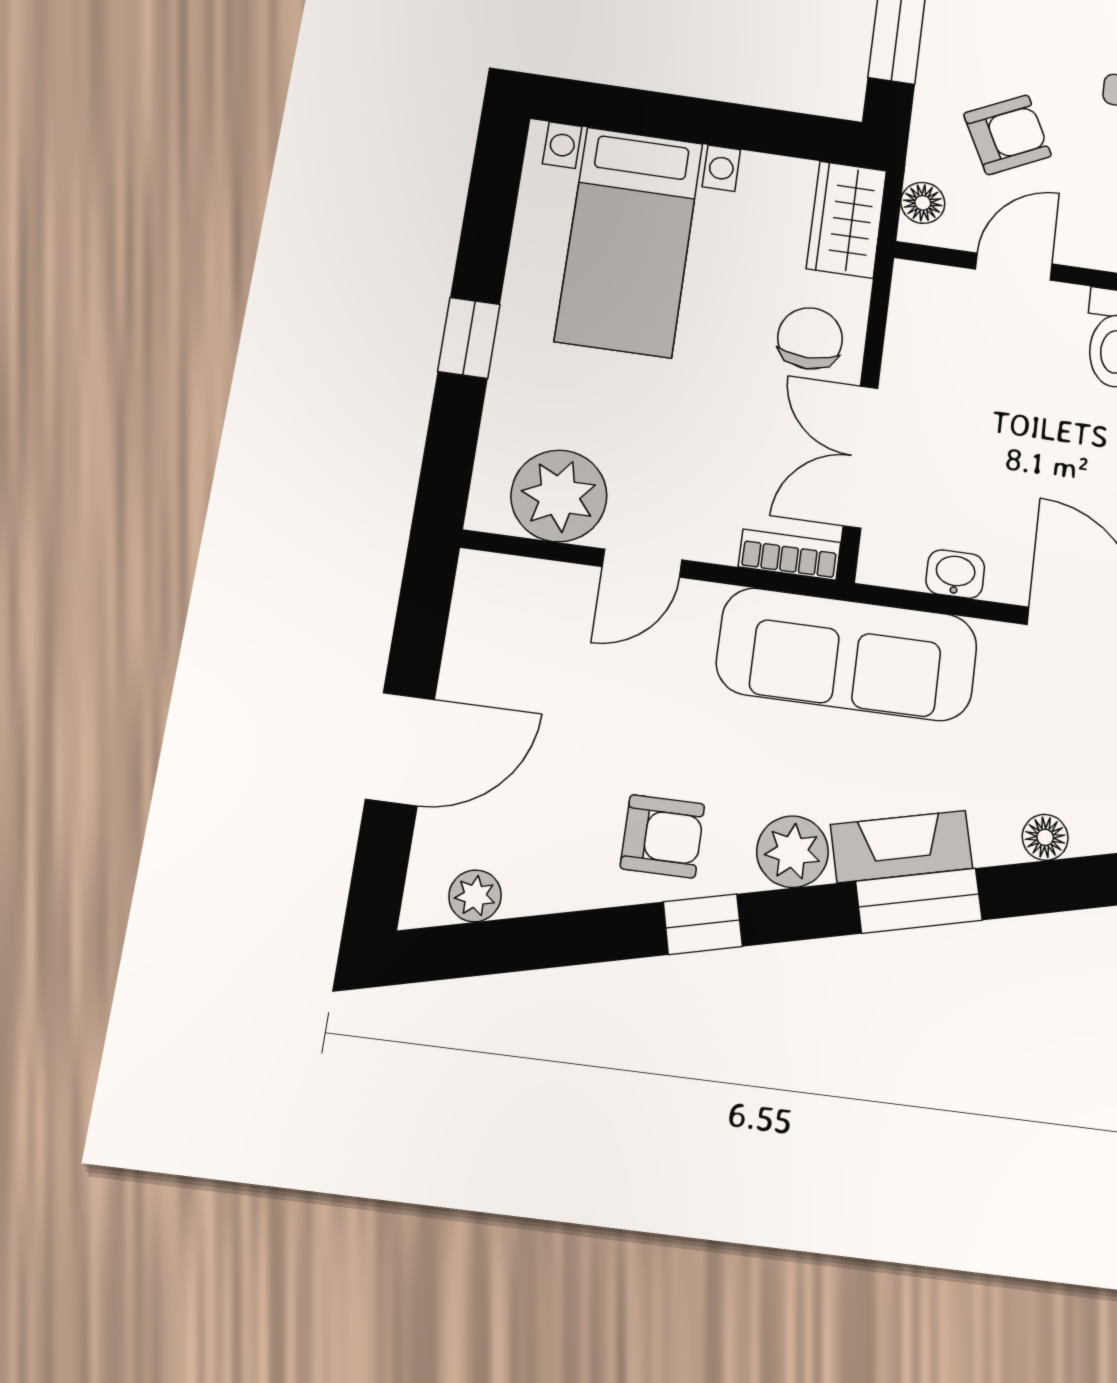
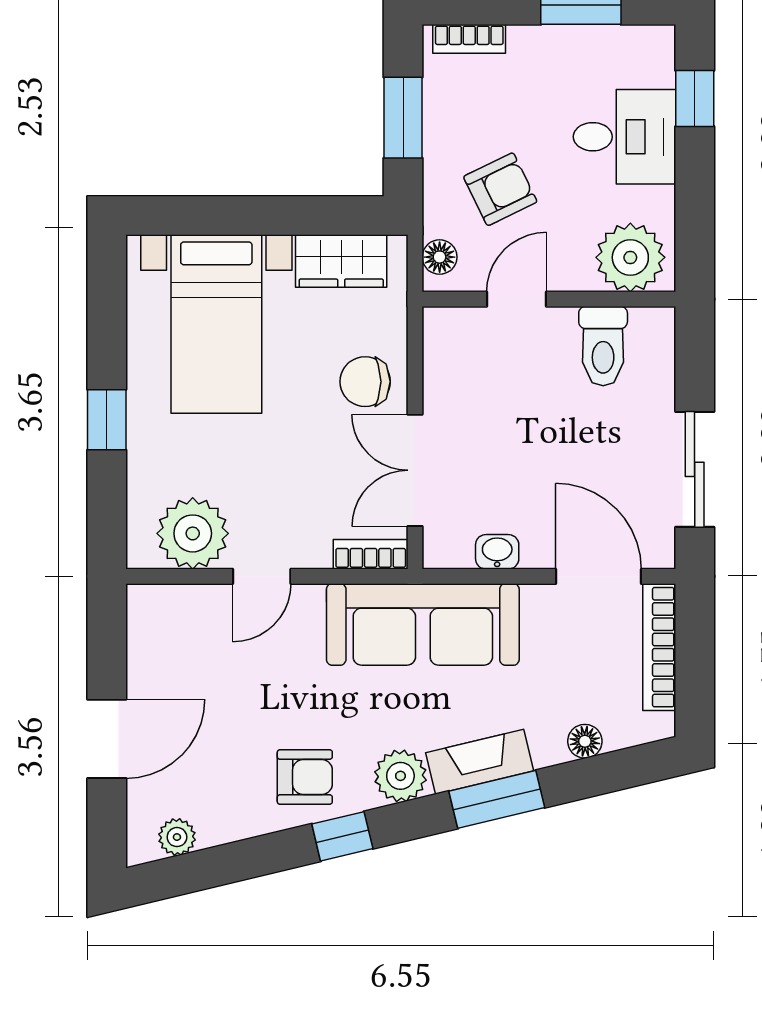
wardrobe: (846, 220) -> (341, 261), moved, turned -90
chair: (810, 338) -> (365, 382), turned -90

